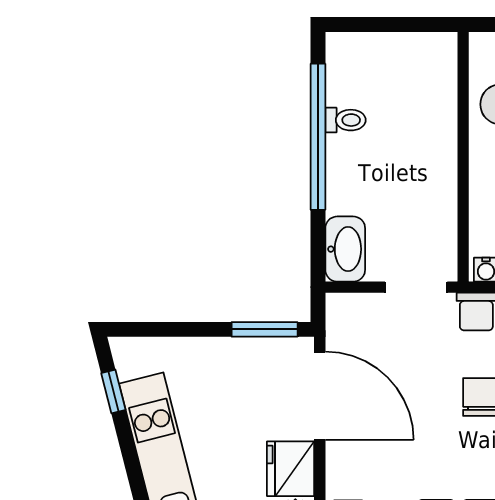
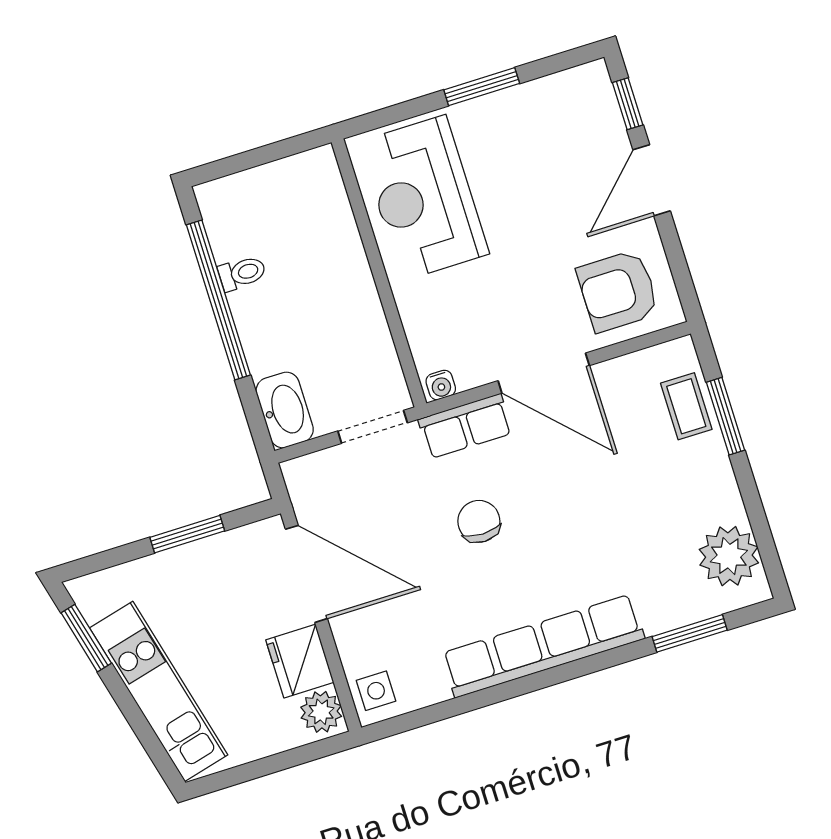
window: (265, 329) -> (187, 534), moved
window: (113, 391) -> (86, 638), width x1.50

